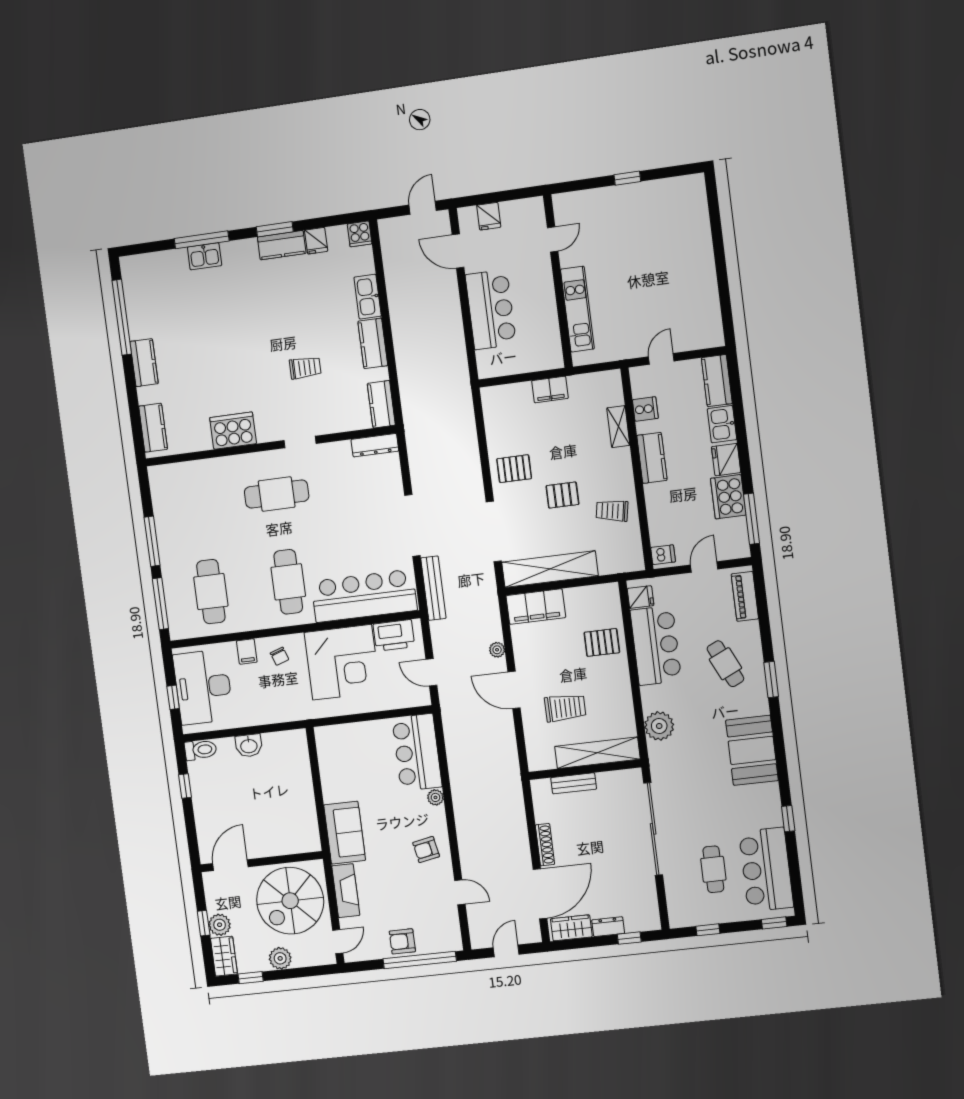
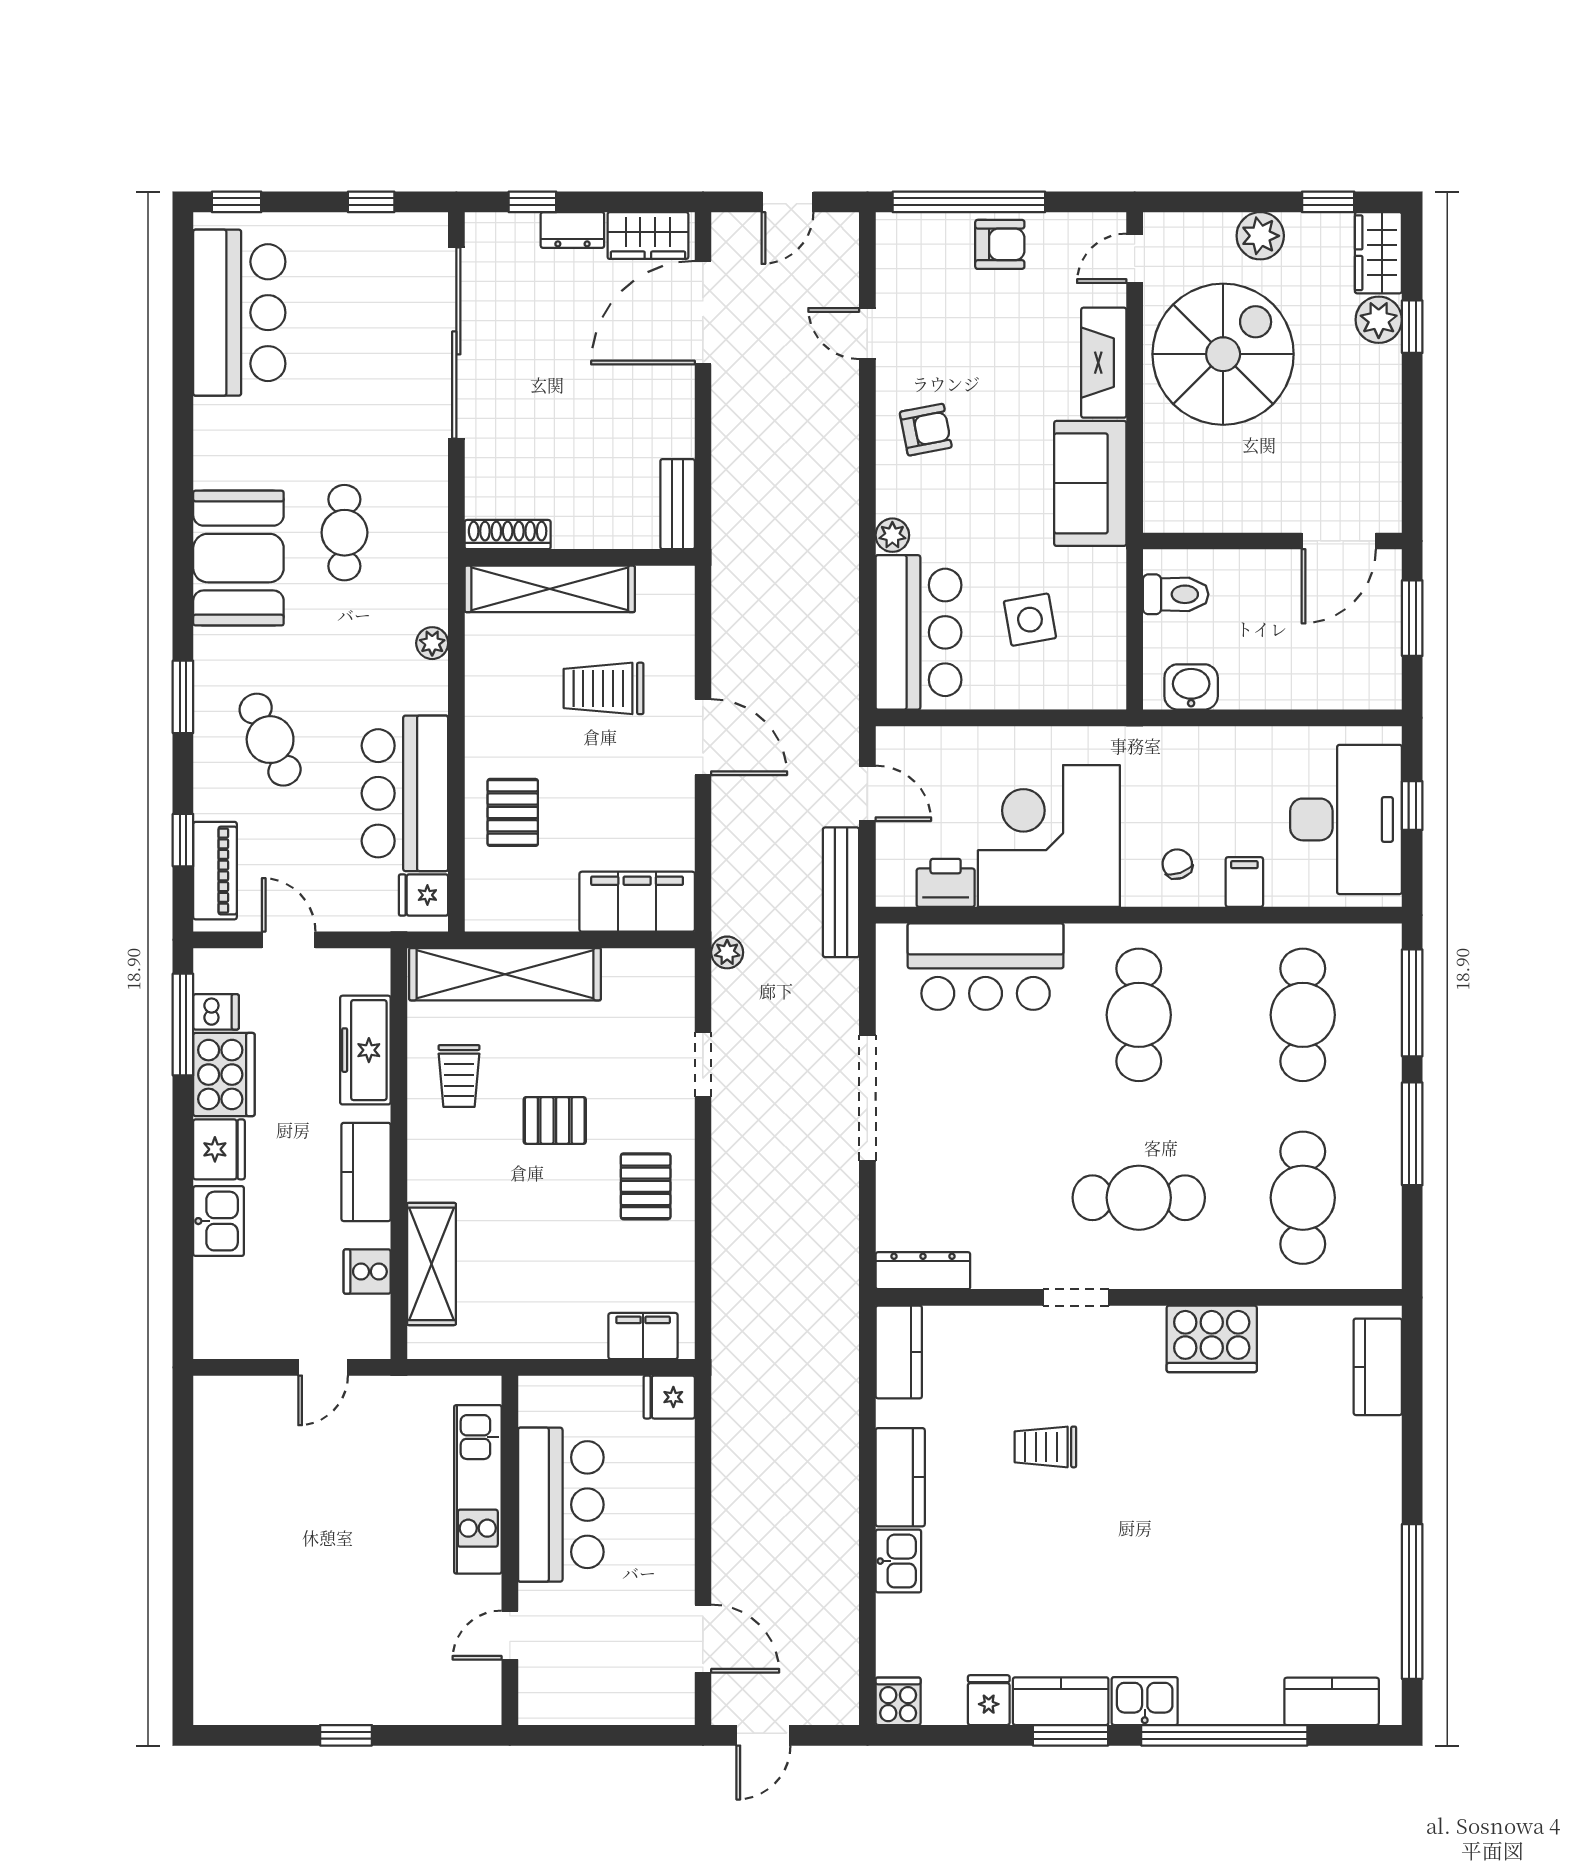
fridge: (489, 216) -> (669, 1397), moved, turned -90
window: (202, 240) -> (1224, 1735), width x1.46
kitchen sink: (205, 256) -> (1145, 1701), moved
kitchen sink: (368, 297) -> (898, 1561), width x0.73
bar counter: (491, 310) -> (561, 1505), moved, turned 180
kitchen counter: (144, 363) -> (1332, 1701), moved, turned 90
kitchen counter: (717, 381) -> (218, 1309), removed
filing cabinet: (550, 389) -> (643, 1336), moved
shelving: (618, 427) -> (431, 1264), width x1.50, depth x1.33
pallet: (514, 469) -> (646, 1186), turned 90
cafe table: (199, 504) -> (1303, 1198), added
trolley: (612, 511) -> (459, 1076), turned 80
freezer: (660, 518) -> (365, 1050), added
doorway: (494, 531) -> (703, 1065), width x0.53
dishwasher: (663, 555) -> (216, 1012), moved, turned 180
door: (704, 567) -> (289, 940), swing flipped
shelving: (550, 569) -> (505, 974), moved
bench: (433, 588) -> (841, 892), moved
bar counter: (364, 596) -> (986, 967), width x0.73
printer: (394, 635) -> (946, 883), width x0.73, depth x0.84
pallet: (602, 642) -> (513, 812), turned 90
plant: (497, 650) -> (727, 952), moved
plant: (659, 726) -> (432, 643), width x0.53, depth x0.53
washbasin: (249, 746) -> (1191, 687), moved
toilet: (201, 750) -> (1176, 594), moved, turned 180
side table: (365, 765) -> (1030, 620), added
bench: (574, 783) -> (678, 504), moved, turned 90
window: (185, 786) -> (1412, 618), width x1.50
window: (788, 819) -> (183, 840), moved
sliding door: (653, 829) -> (456, 343), moved
shoe rack: (545, 845) -> (508, 535), moved, turned 90
wall: (261, 862) -> (1272, 541), moved
door: (230, 865) -> (1339, 541), moved
cafe table: (713, 869) -> (344, 533), moved

